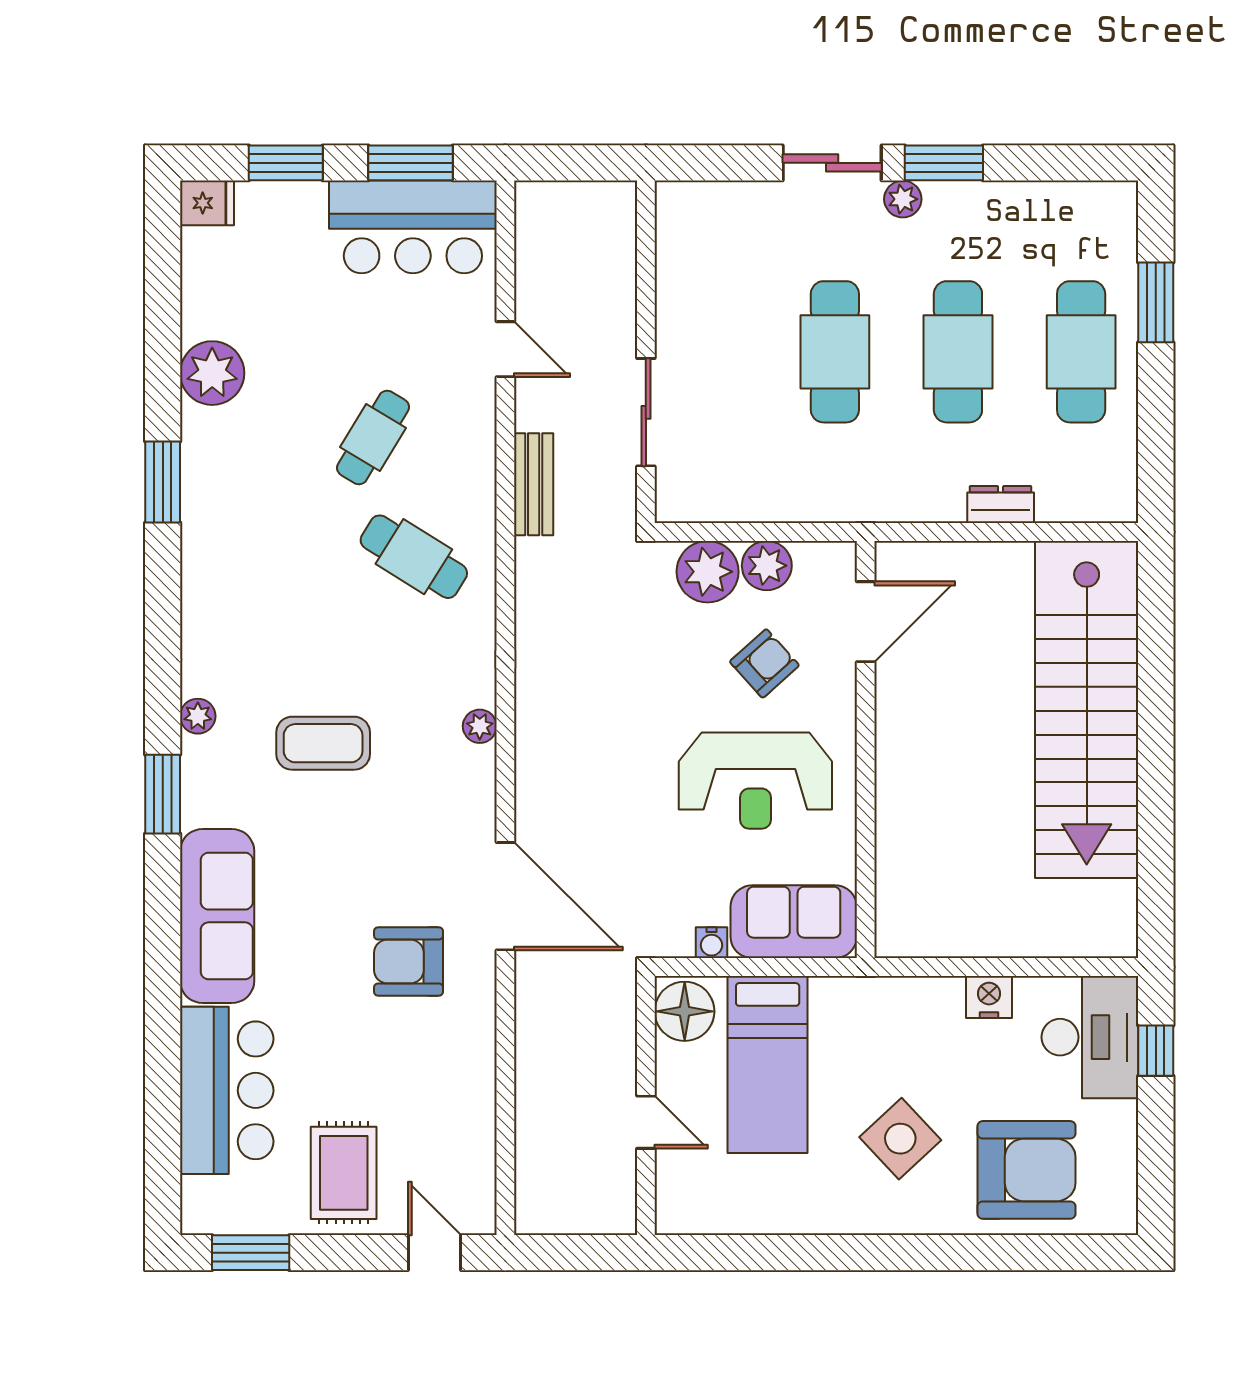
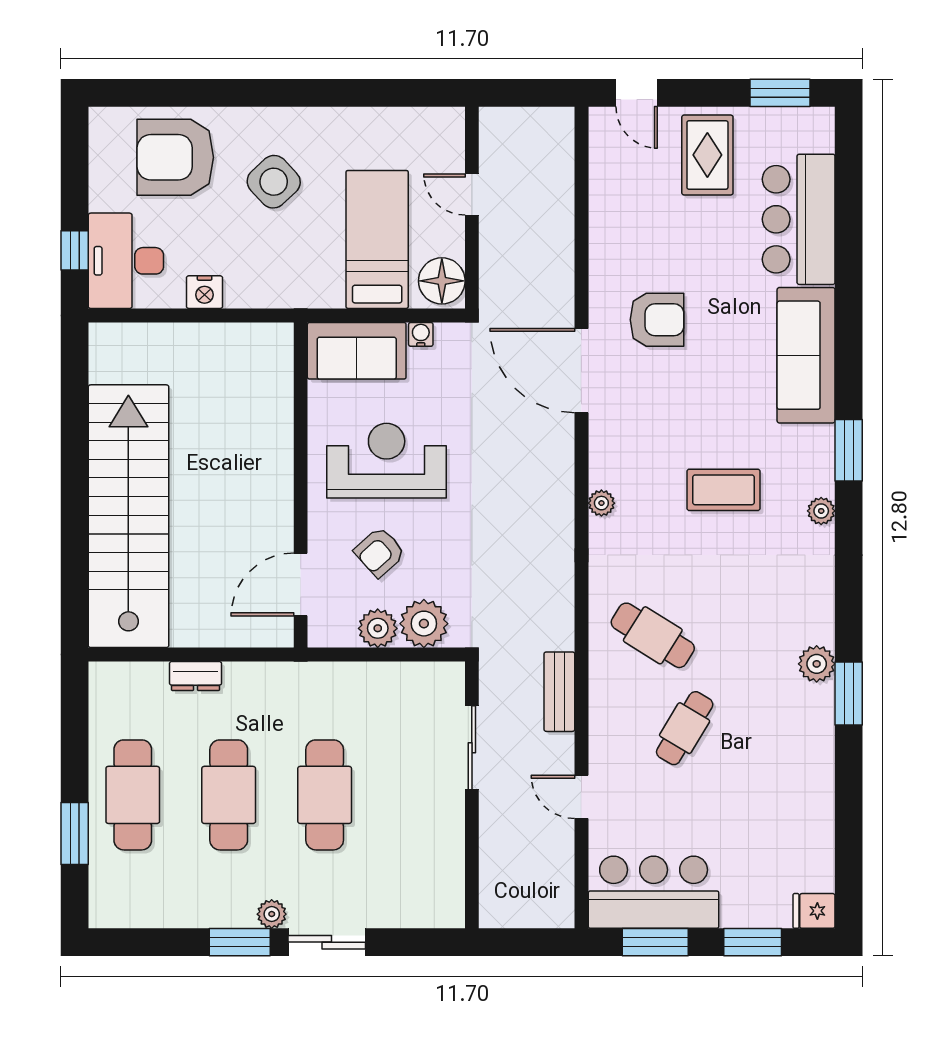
plant: (212, 373) -> (817, 664), moved, width x0.73, depth x0.73

